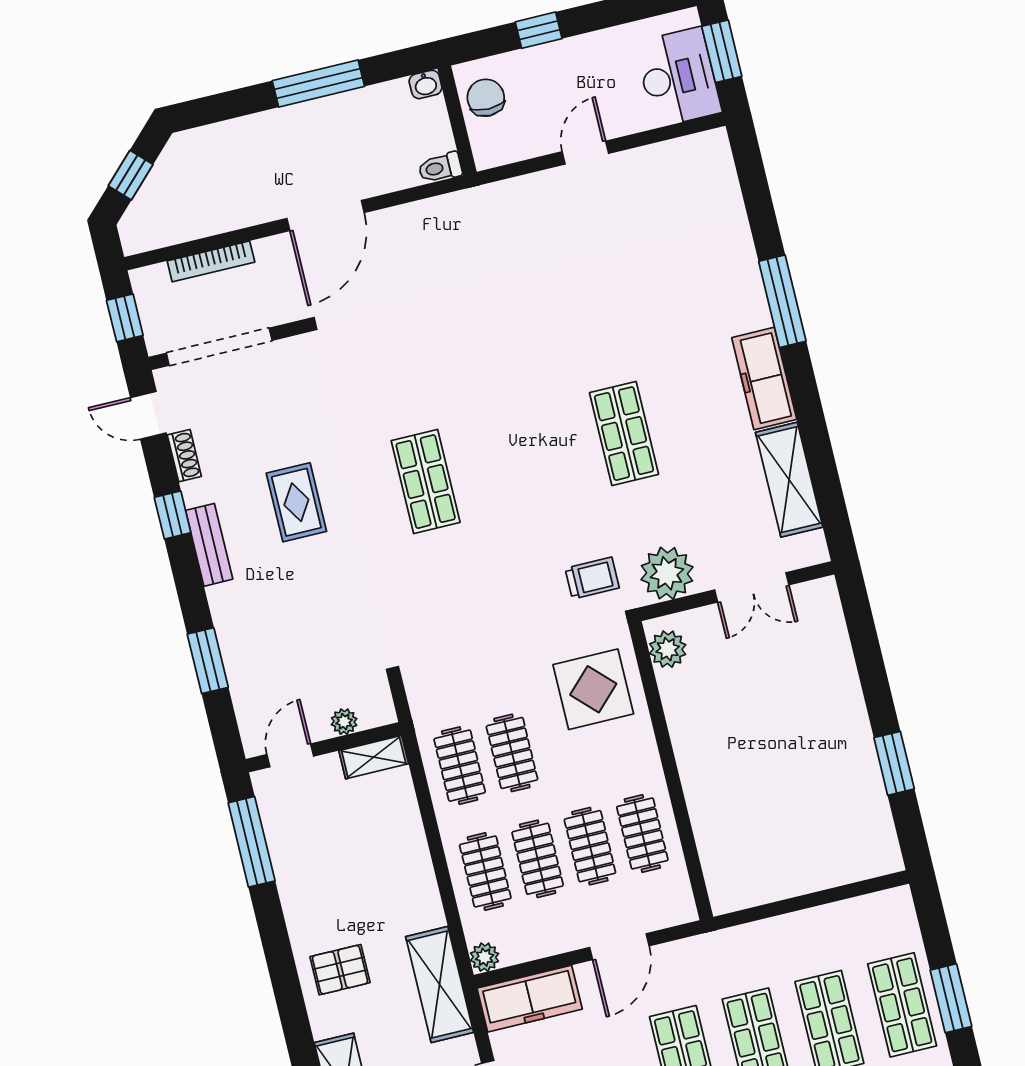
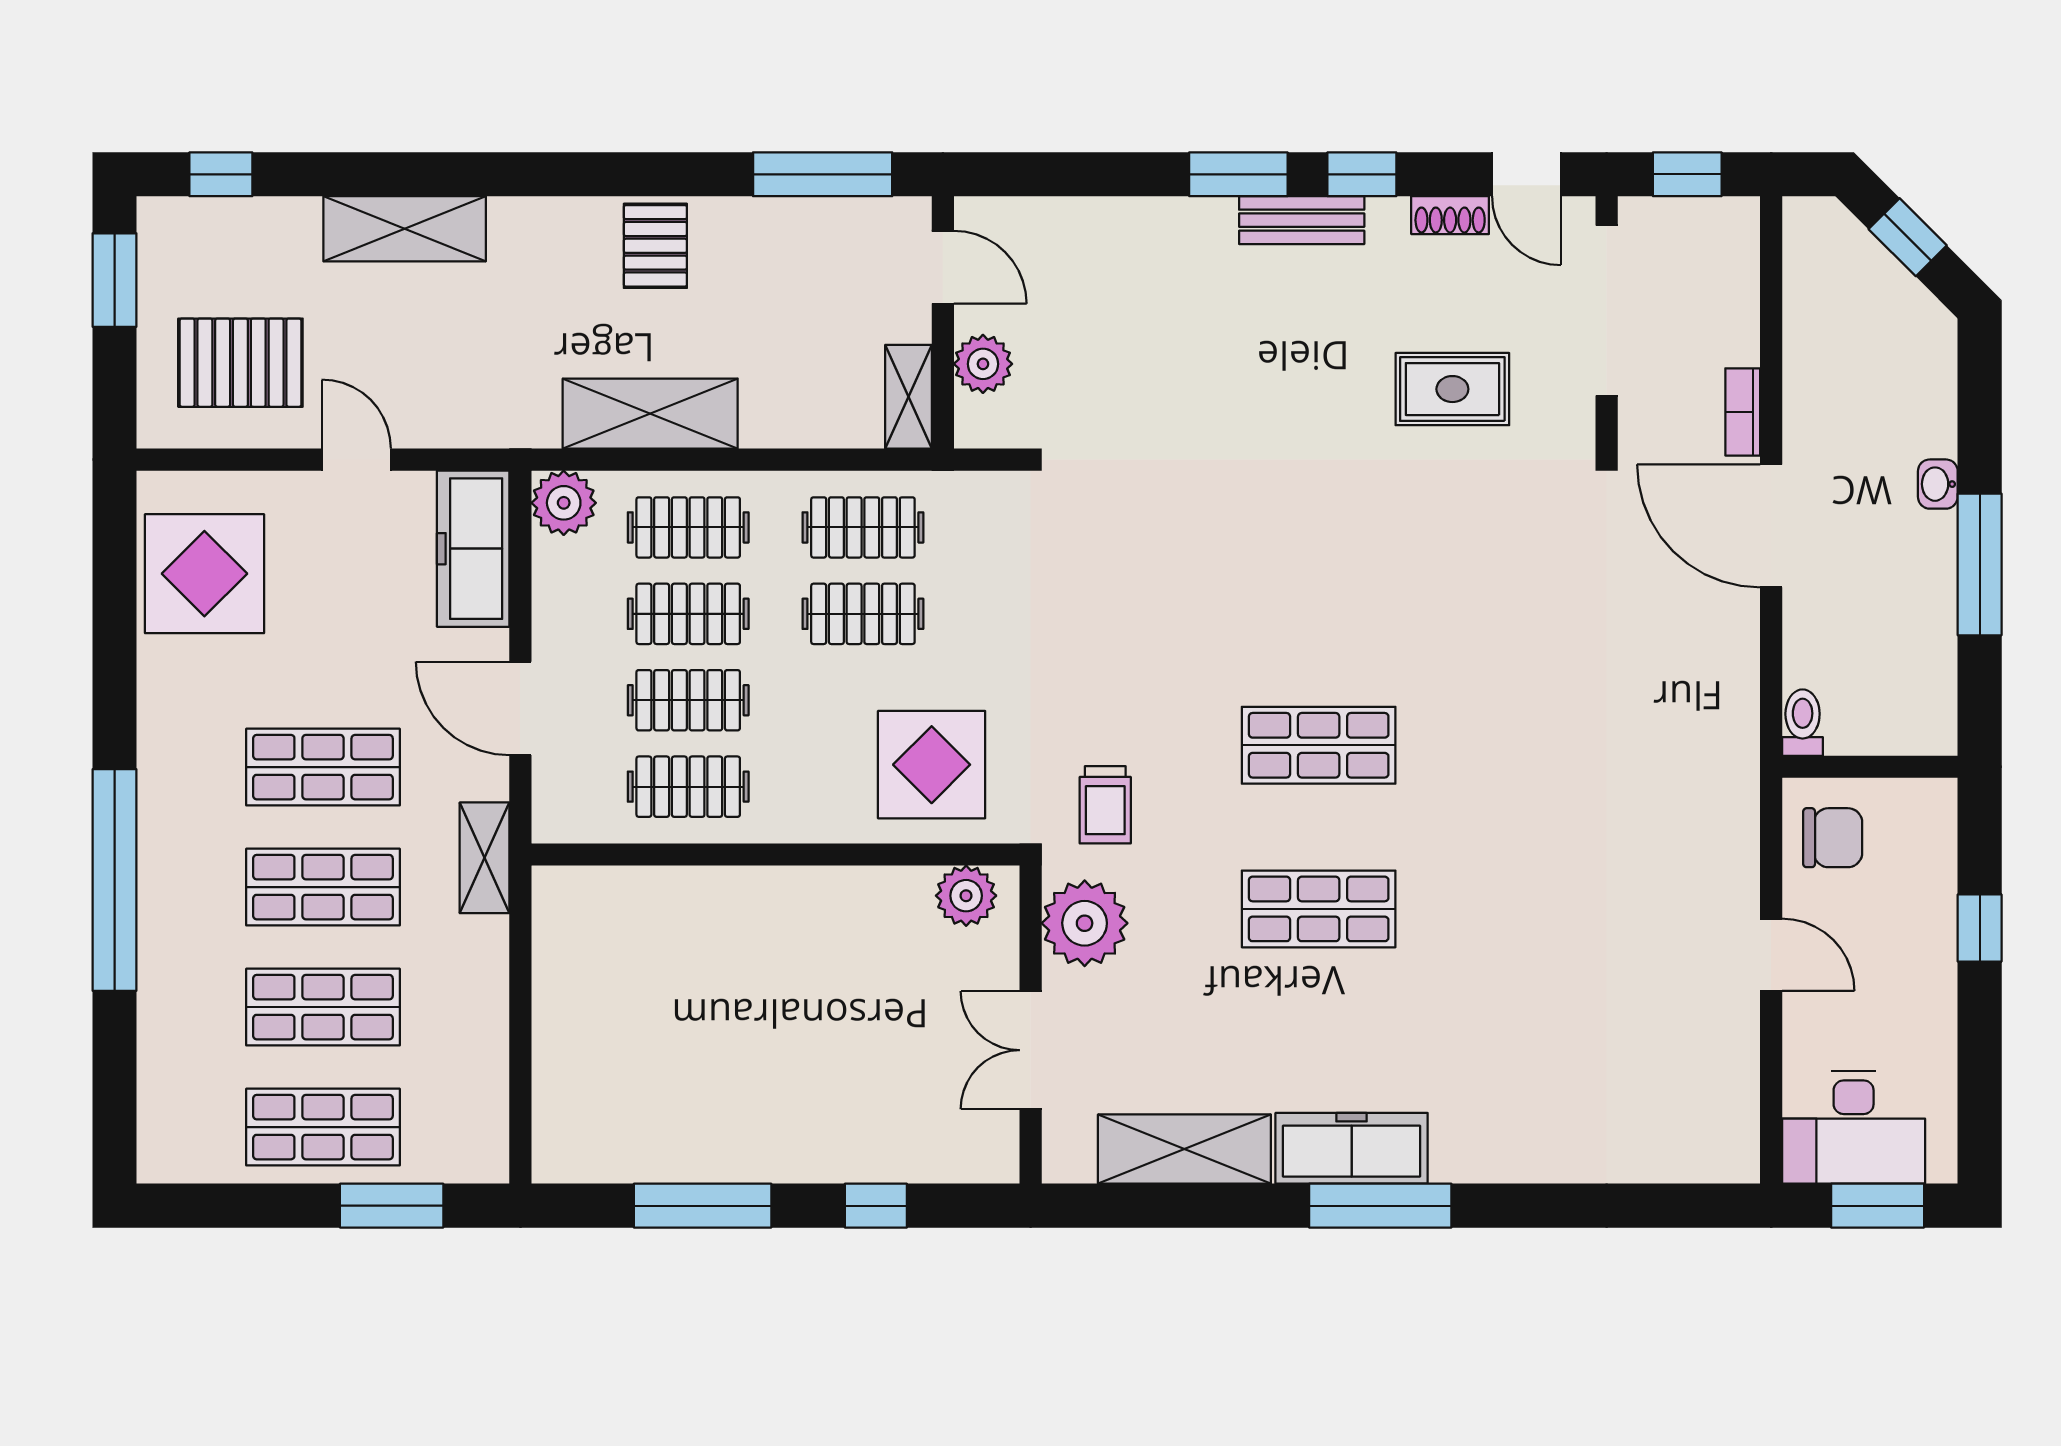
washbasin: (426, 84) -> (1938, 484), moved
chair: (486, 98) -> (1833, 838), moved
bookcase: (211, 261) -> (1743, 412), moved, width x0.64
window: (782, 301) -> (1380, 1206), moved
door: (148, 415) -> (1526, 174), swing flipped
shop shelf: (426, 482) -> (1319, 745), moved
rug: (296, 502) -> (1452, 389), moved
window: (869, 658) -> (876, 1206), added
window: (208, 661) -> (1238, 174), moved
plant: (344, 722) -> (983, 364), width x1.38, depth x1.38
window: (894, 763) -> (703, 1206), width x1.44
shelving: (715, 946) -> (485, 858), added
plant: (485, 957) -> (564, 503), width x1.38, depth x1.38
pallet: (340, 970) -> (655, 246), moved
shelving: (440, 984) -> (650, 414), moved
window: (951, 998) -> (392, 1206), moved

